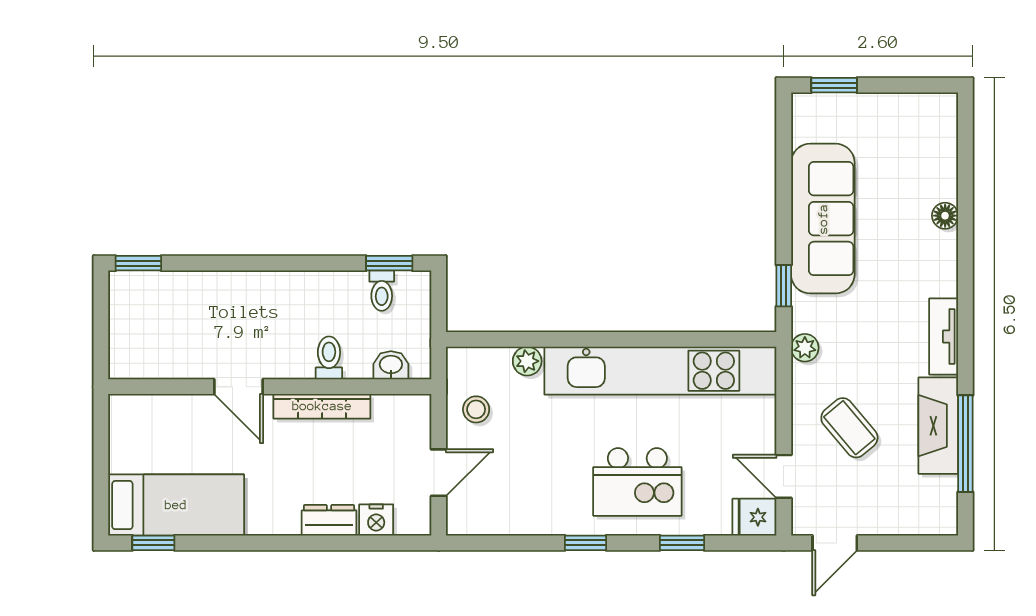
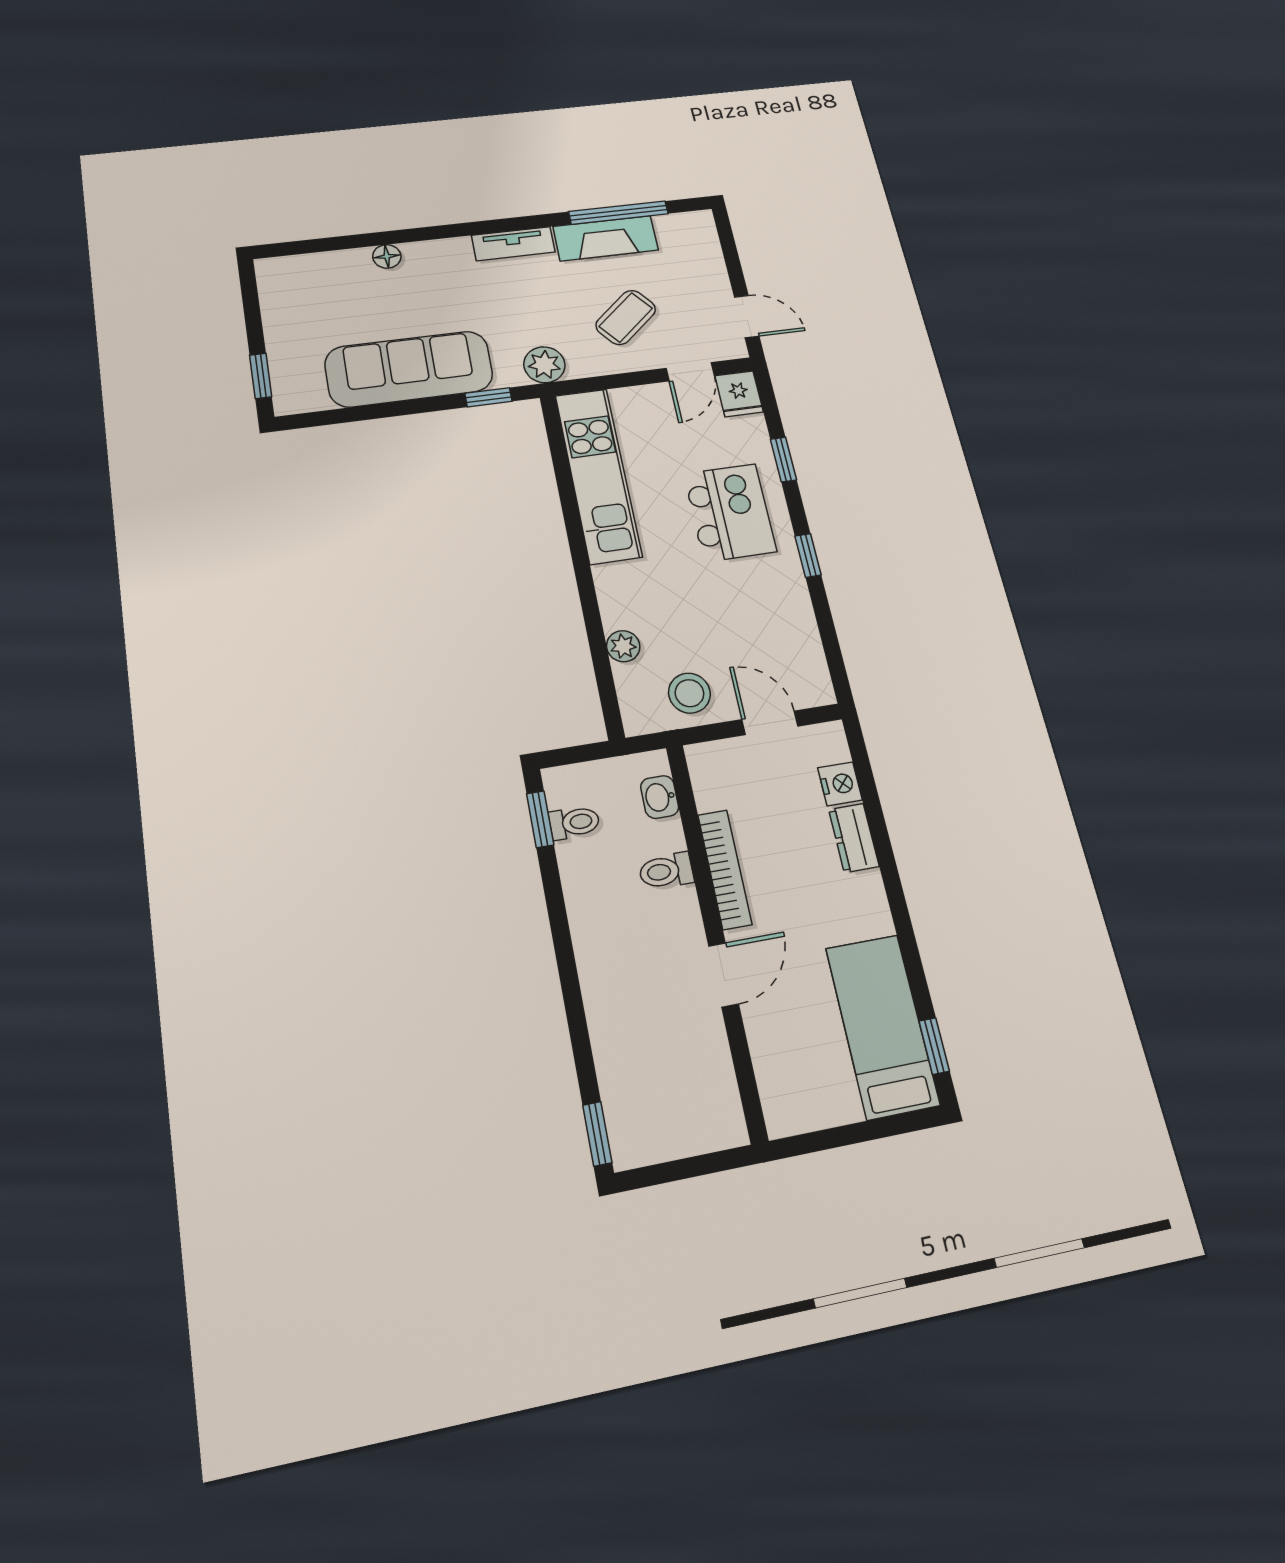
plant: (805, 348) -> (544, 365), width x1.38, depth x1.38
kitchen unit: (660, 371) -> (598, 475), width x0.73
stool: (476, 409) -> (689, 693), width x1.37, depth x1.37

